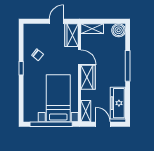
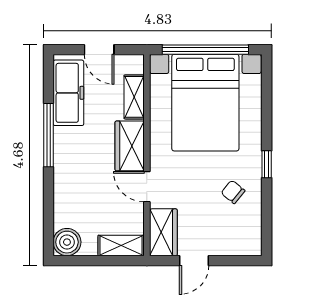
window: (128, 66) -> (48, 135), moved
bed with nightstands: (58, 98) -> (205, 103), width x1.36
shelving: (86, 111) -> (134, 97), moved

